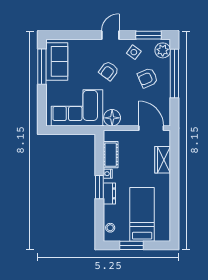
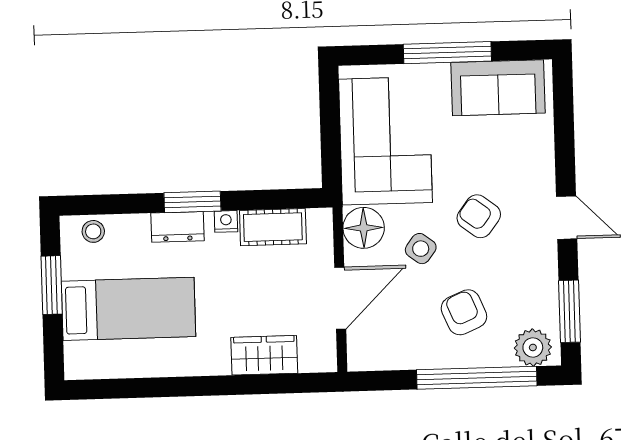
side table: (134, 52) -> (421, 249), moved
window: (42, 67) -> (447, 53), moved
door: (151, 128) -> (340, 298), moved

